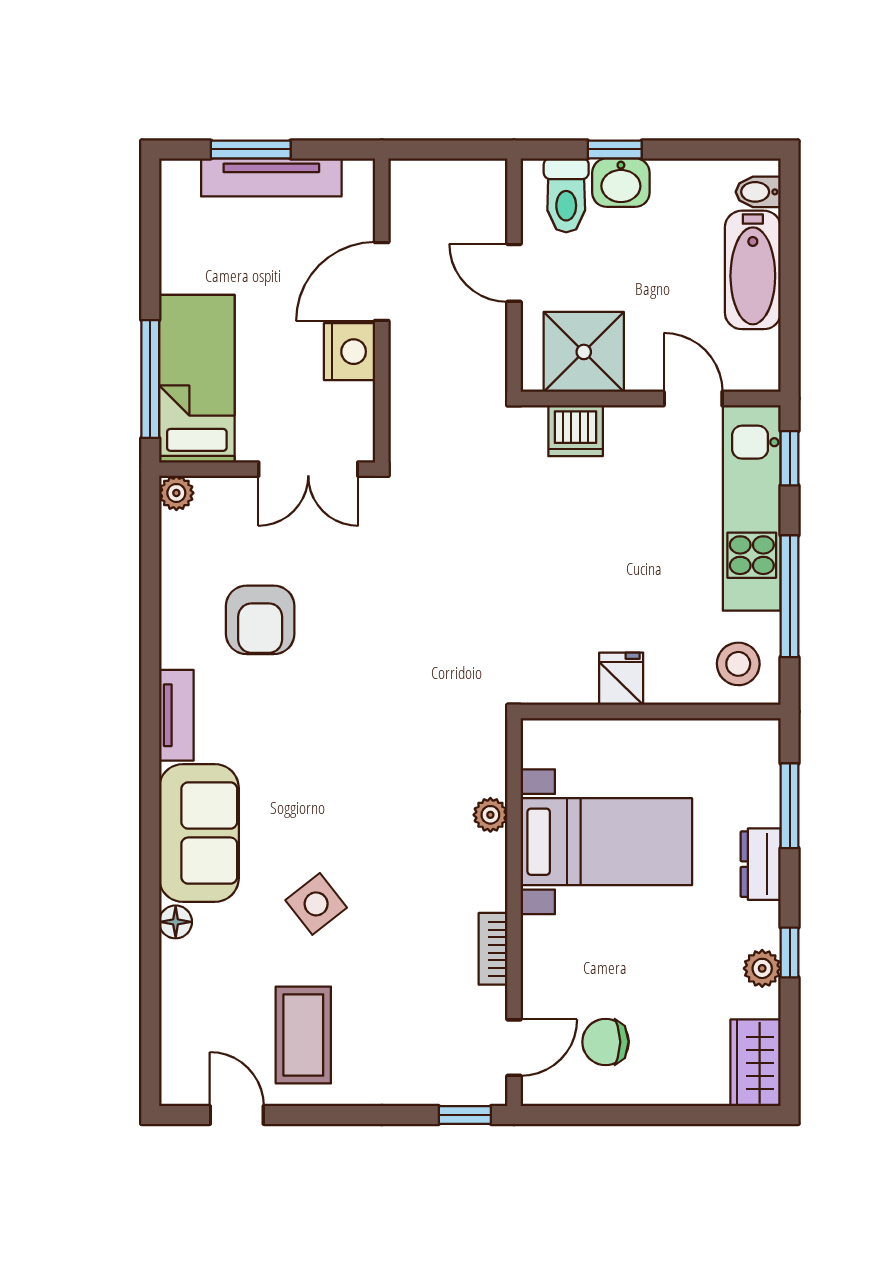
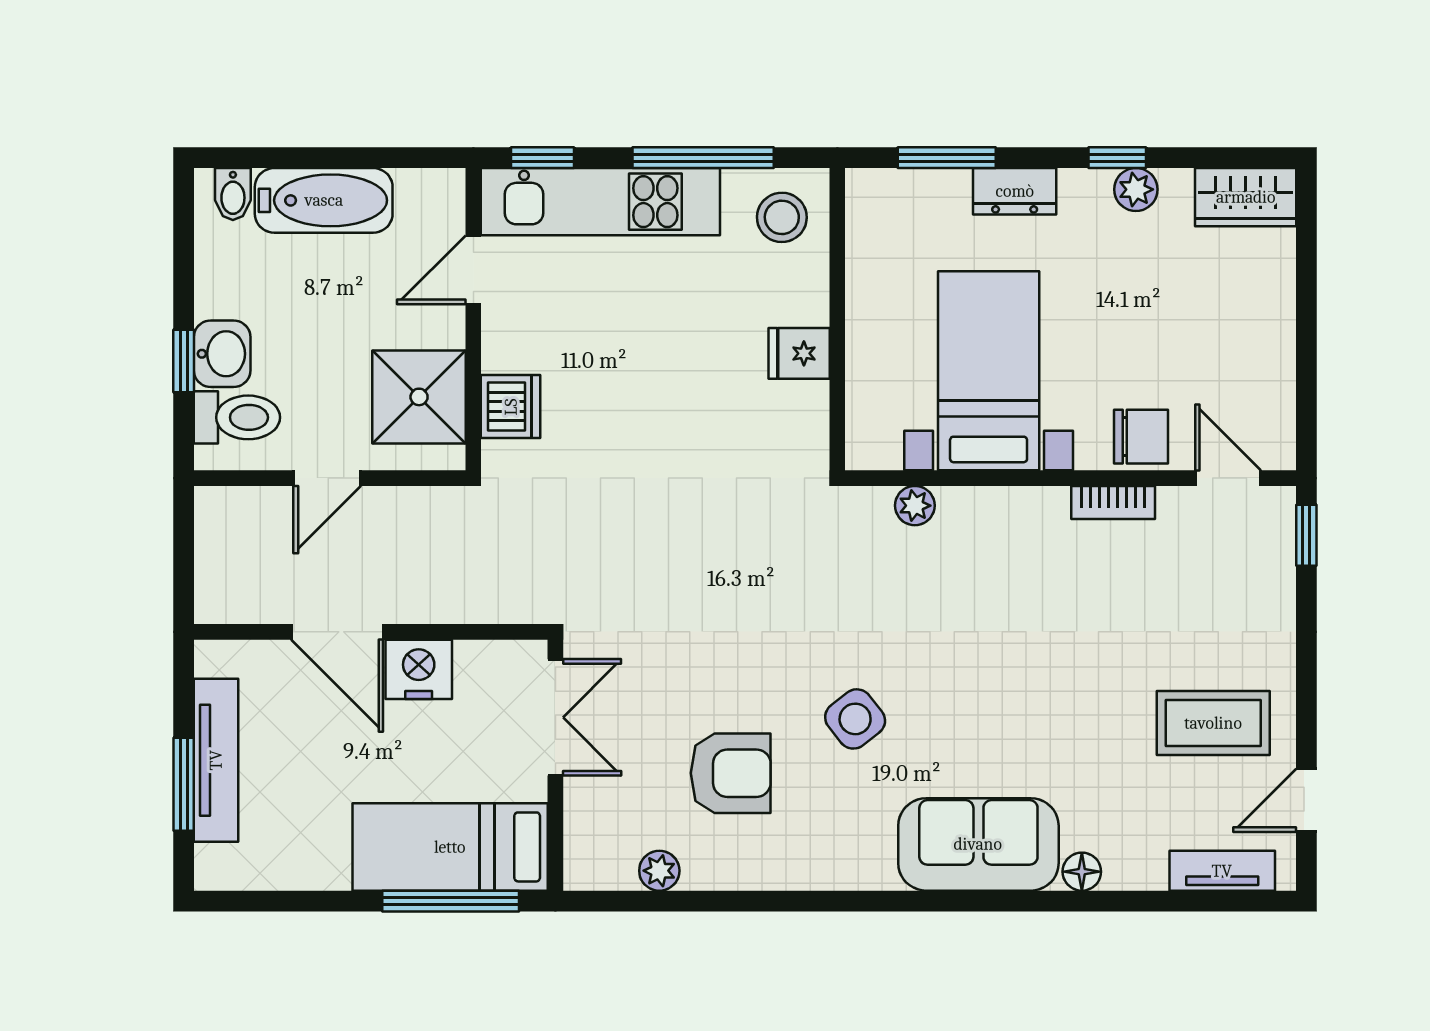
plant: (176, 493) -> (659, 871), moved
tv unit: (176, 715) -> (1222, 871), moved
plant: (490, 815) -> (915, 506), moved
side table: (316, 904) -> (855, 719), moved
chair: (606, 1042) -> (1141, 437), moved, turned -90

